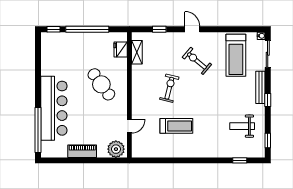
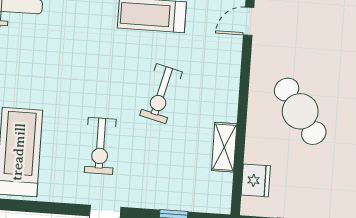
shelving: (137, 52) -> (224, 147), moved
exercise bike: (197, 61) -> (100, 146), turned 50

